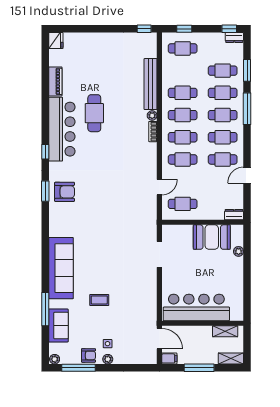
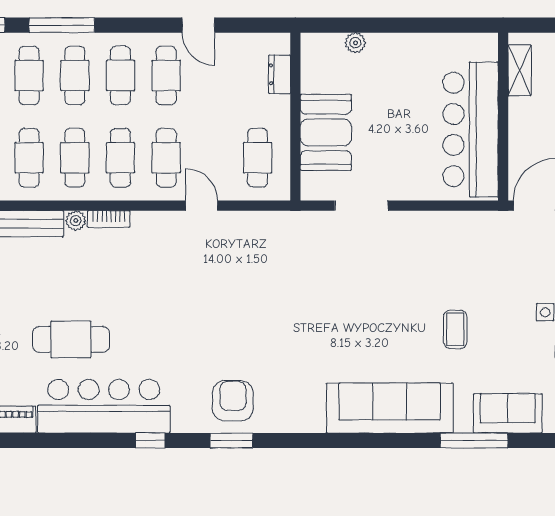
door: (159, 187) -> (202, 206), moved
dresser: (234, 215) -> (280, 74), moved
booth: (212, 237) -> (326, 132), moved

